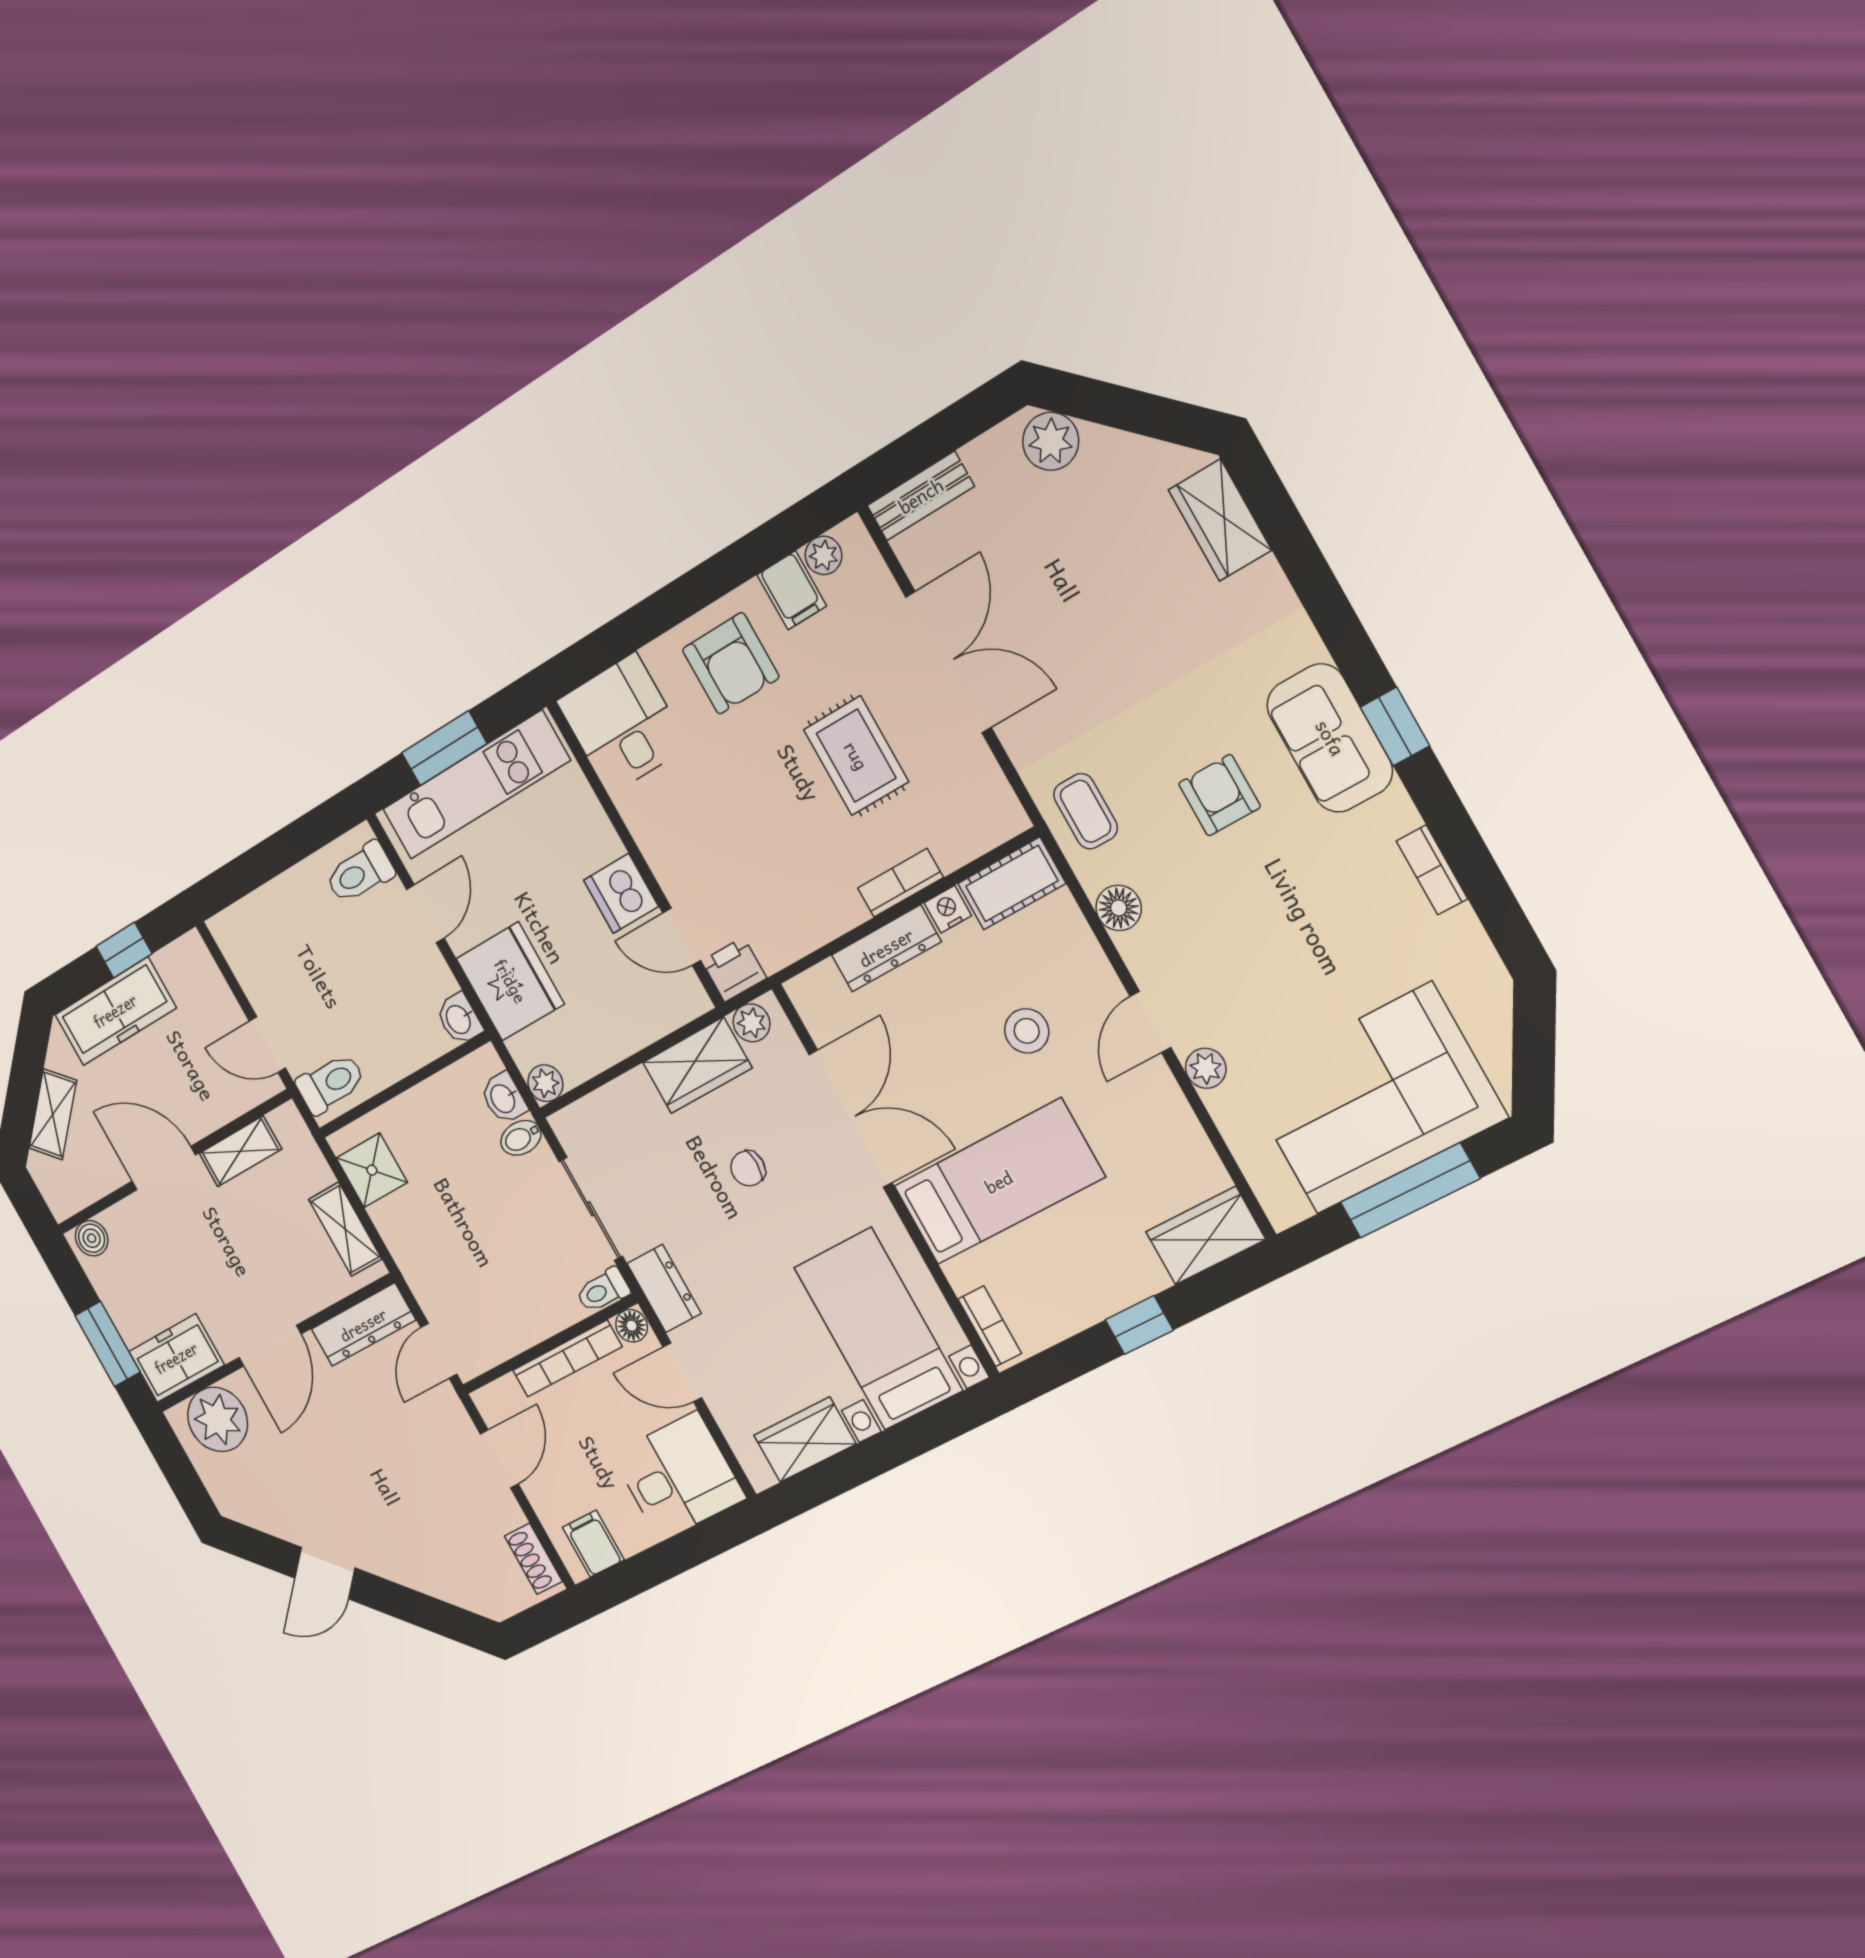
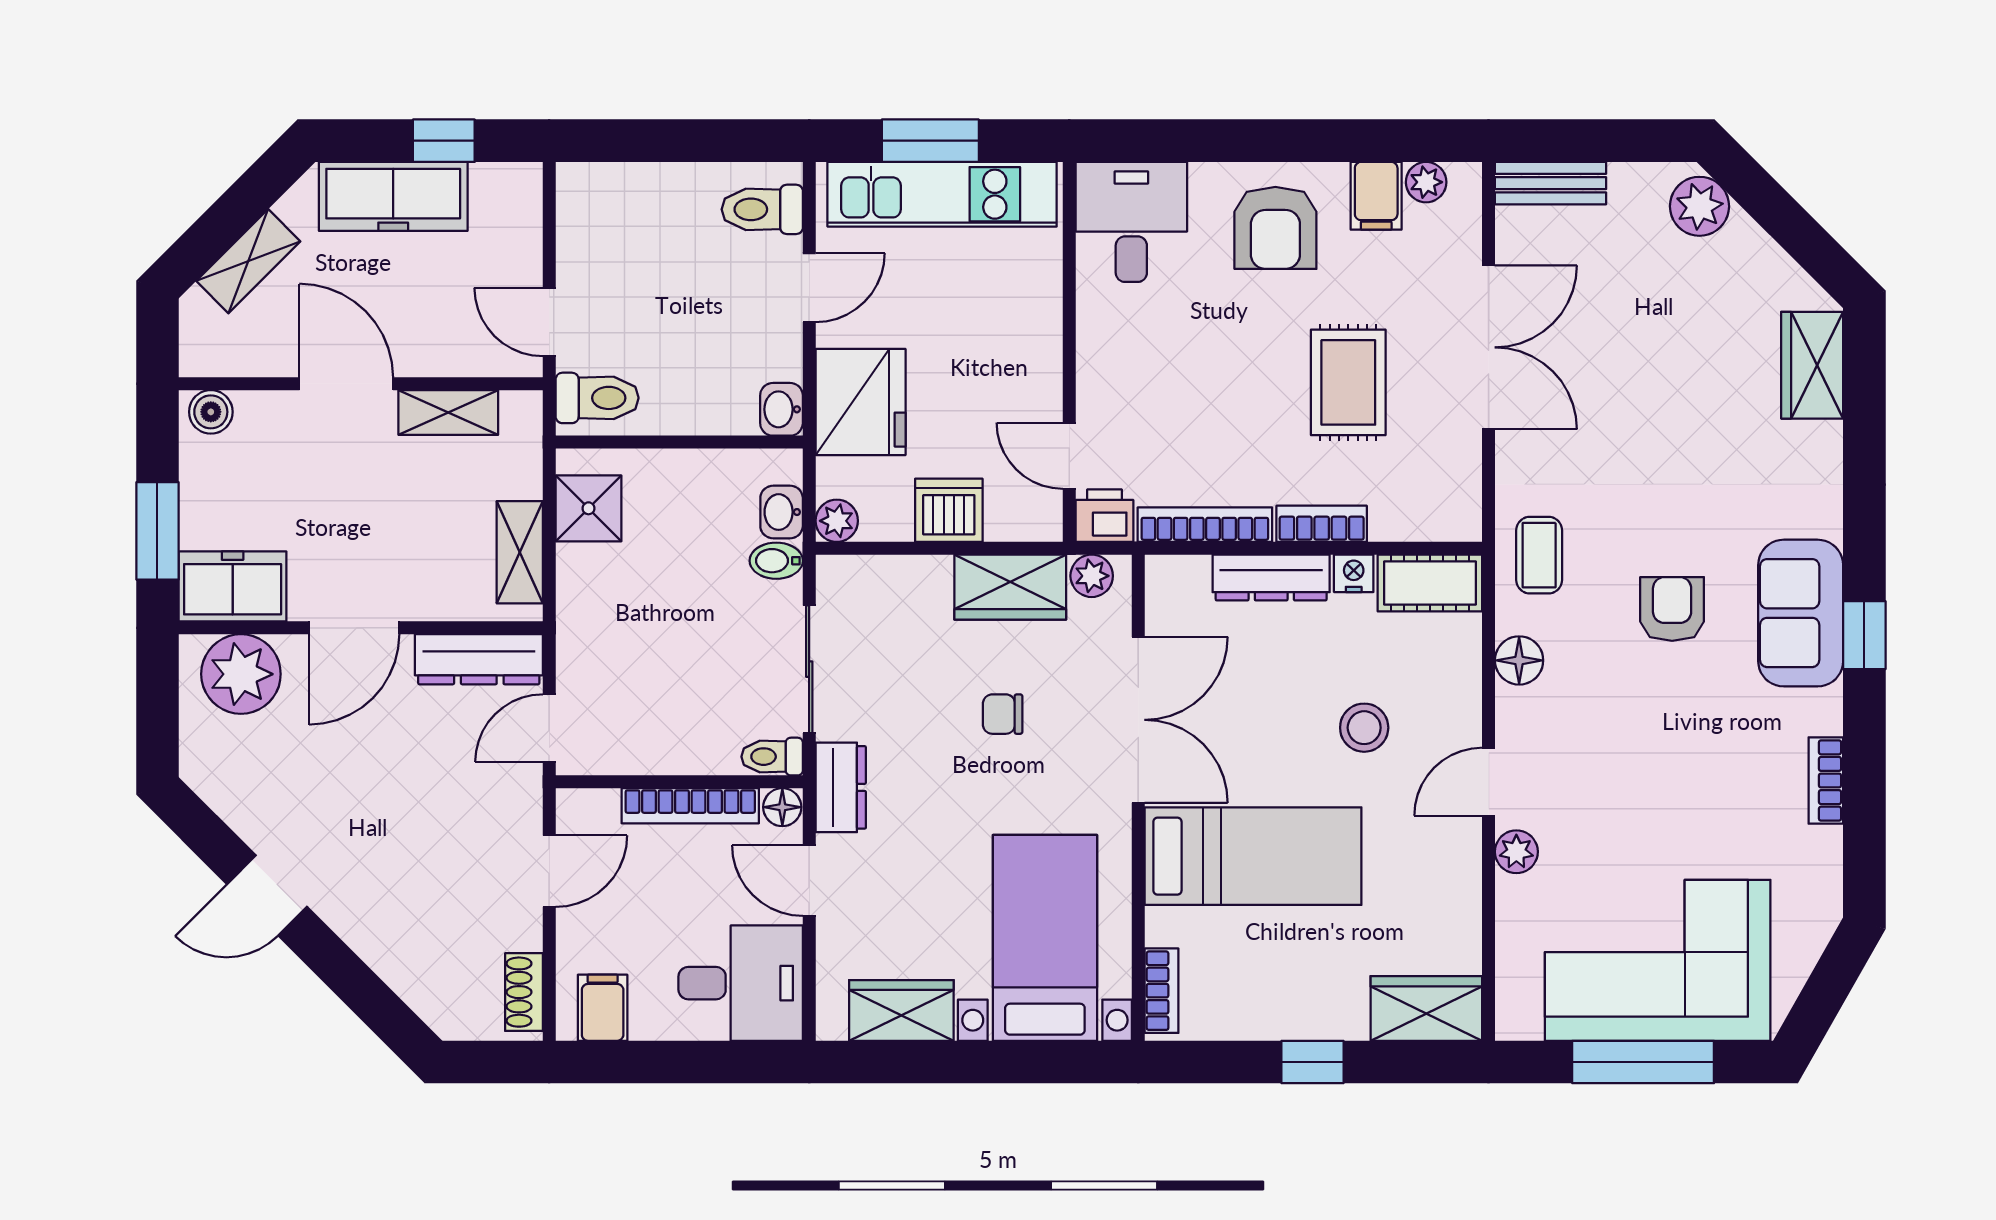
dishwasher: (621, 893) -> (949, 510), moved, turned 90
bookcase: (812, 934) -> (1205, 525), added

